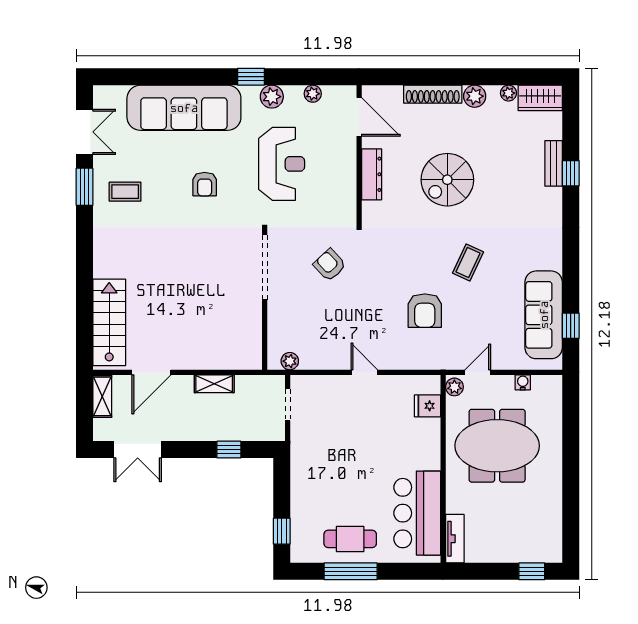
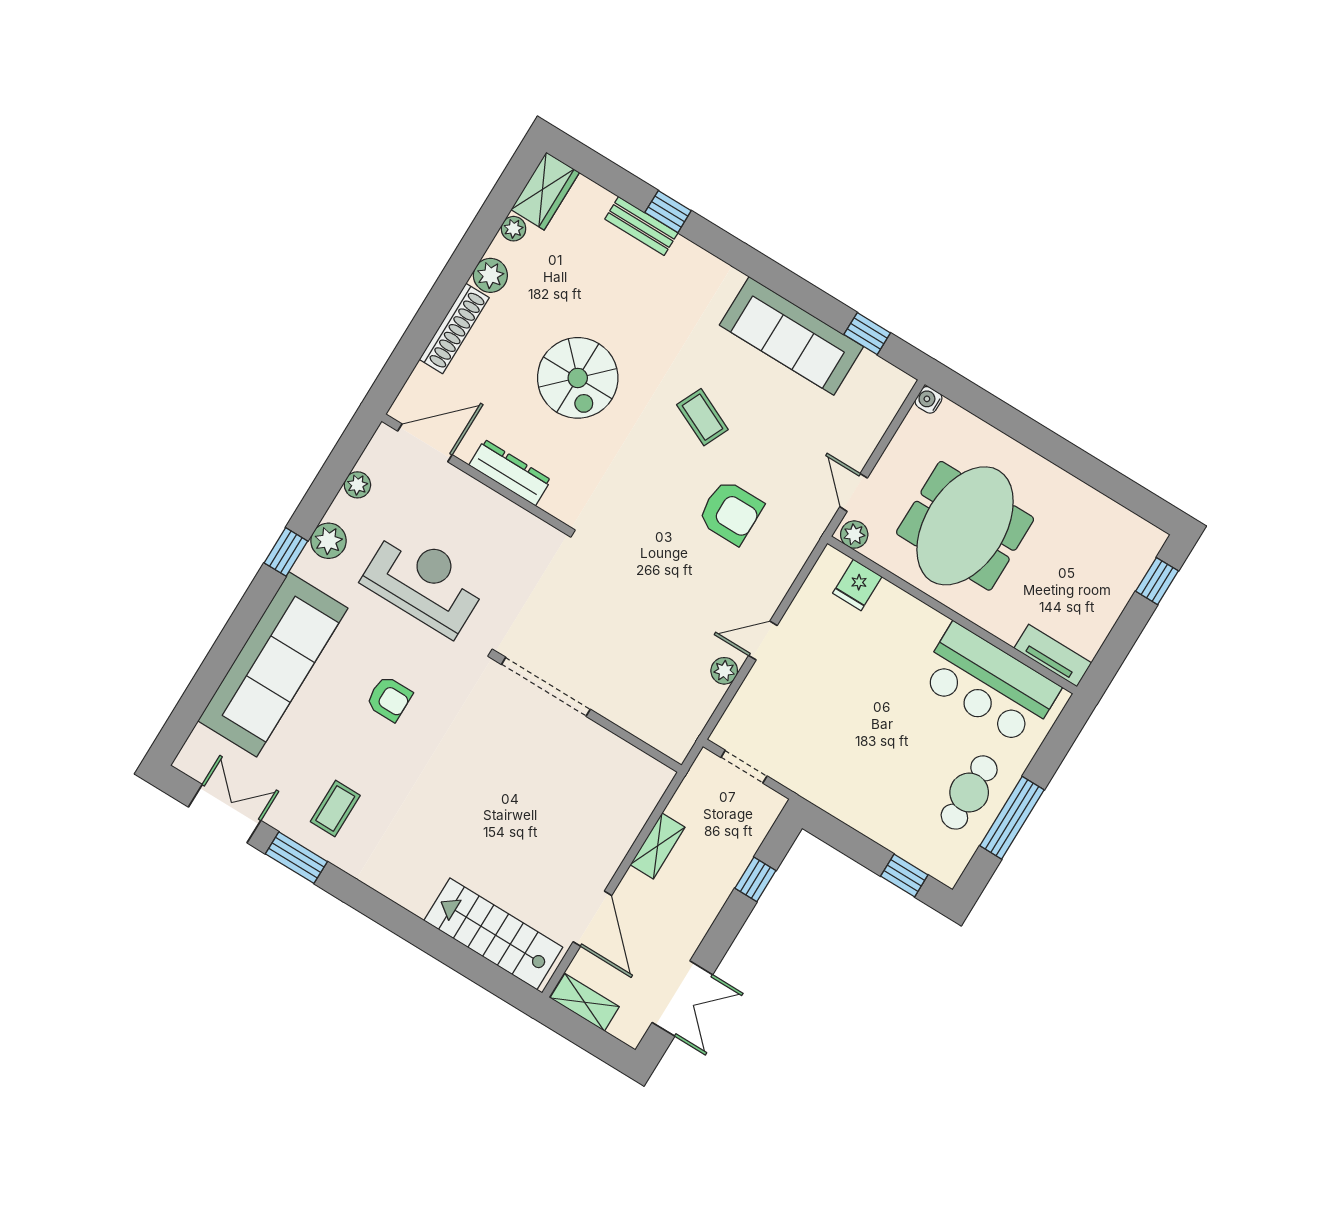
armchair: (330, 265) -> (595, 600), removed
sofa: (544, 315) -> (791, 336), moved
plant: (290, 361) -> (724, 671), moved
water cooler: (523, 382) -> (928, 400), moved

